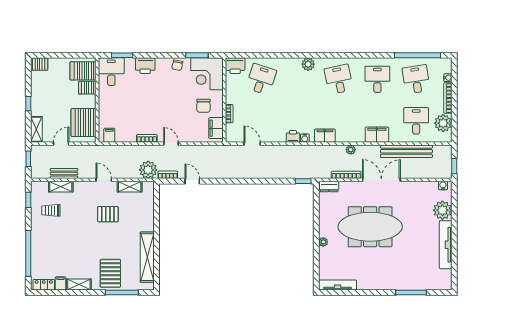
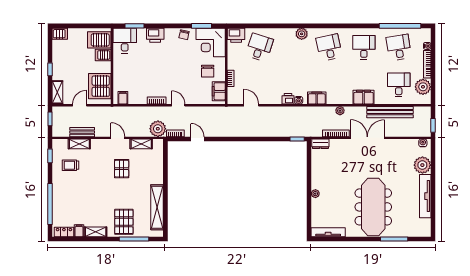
pallet: (108, 214) -> (122, 169), turned 90
meeting table: (370, 227) -> (373, 207), moved, turned 90

